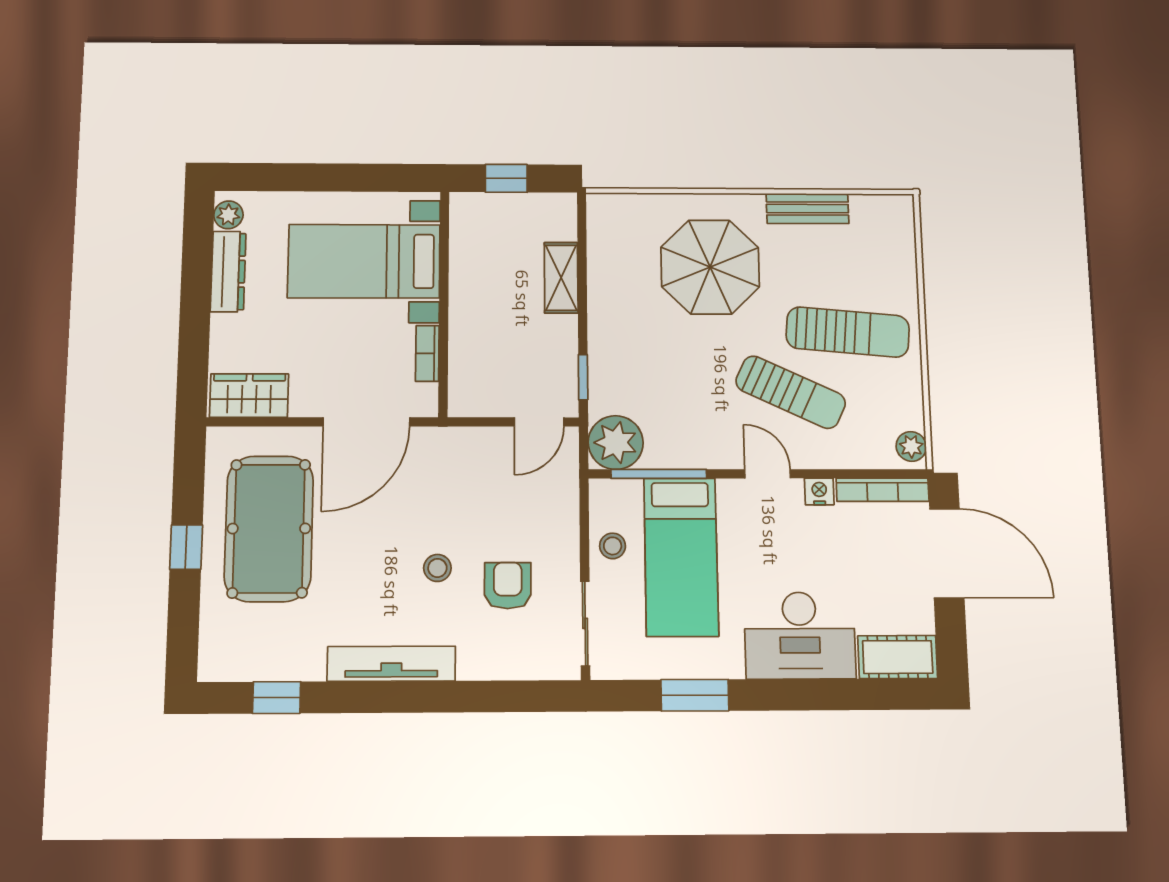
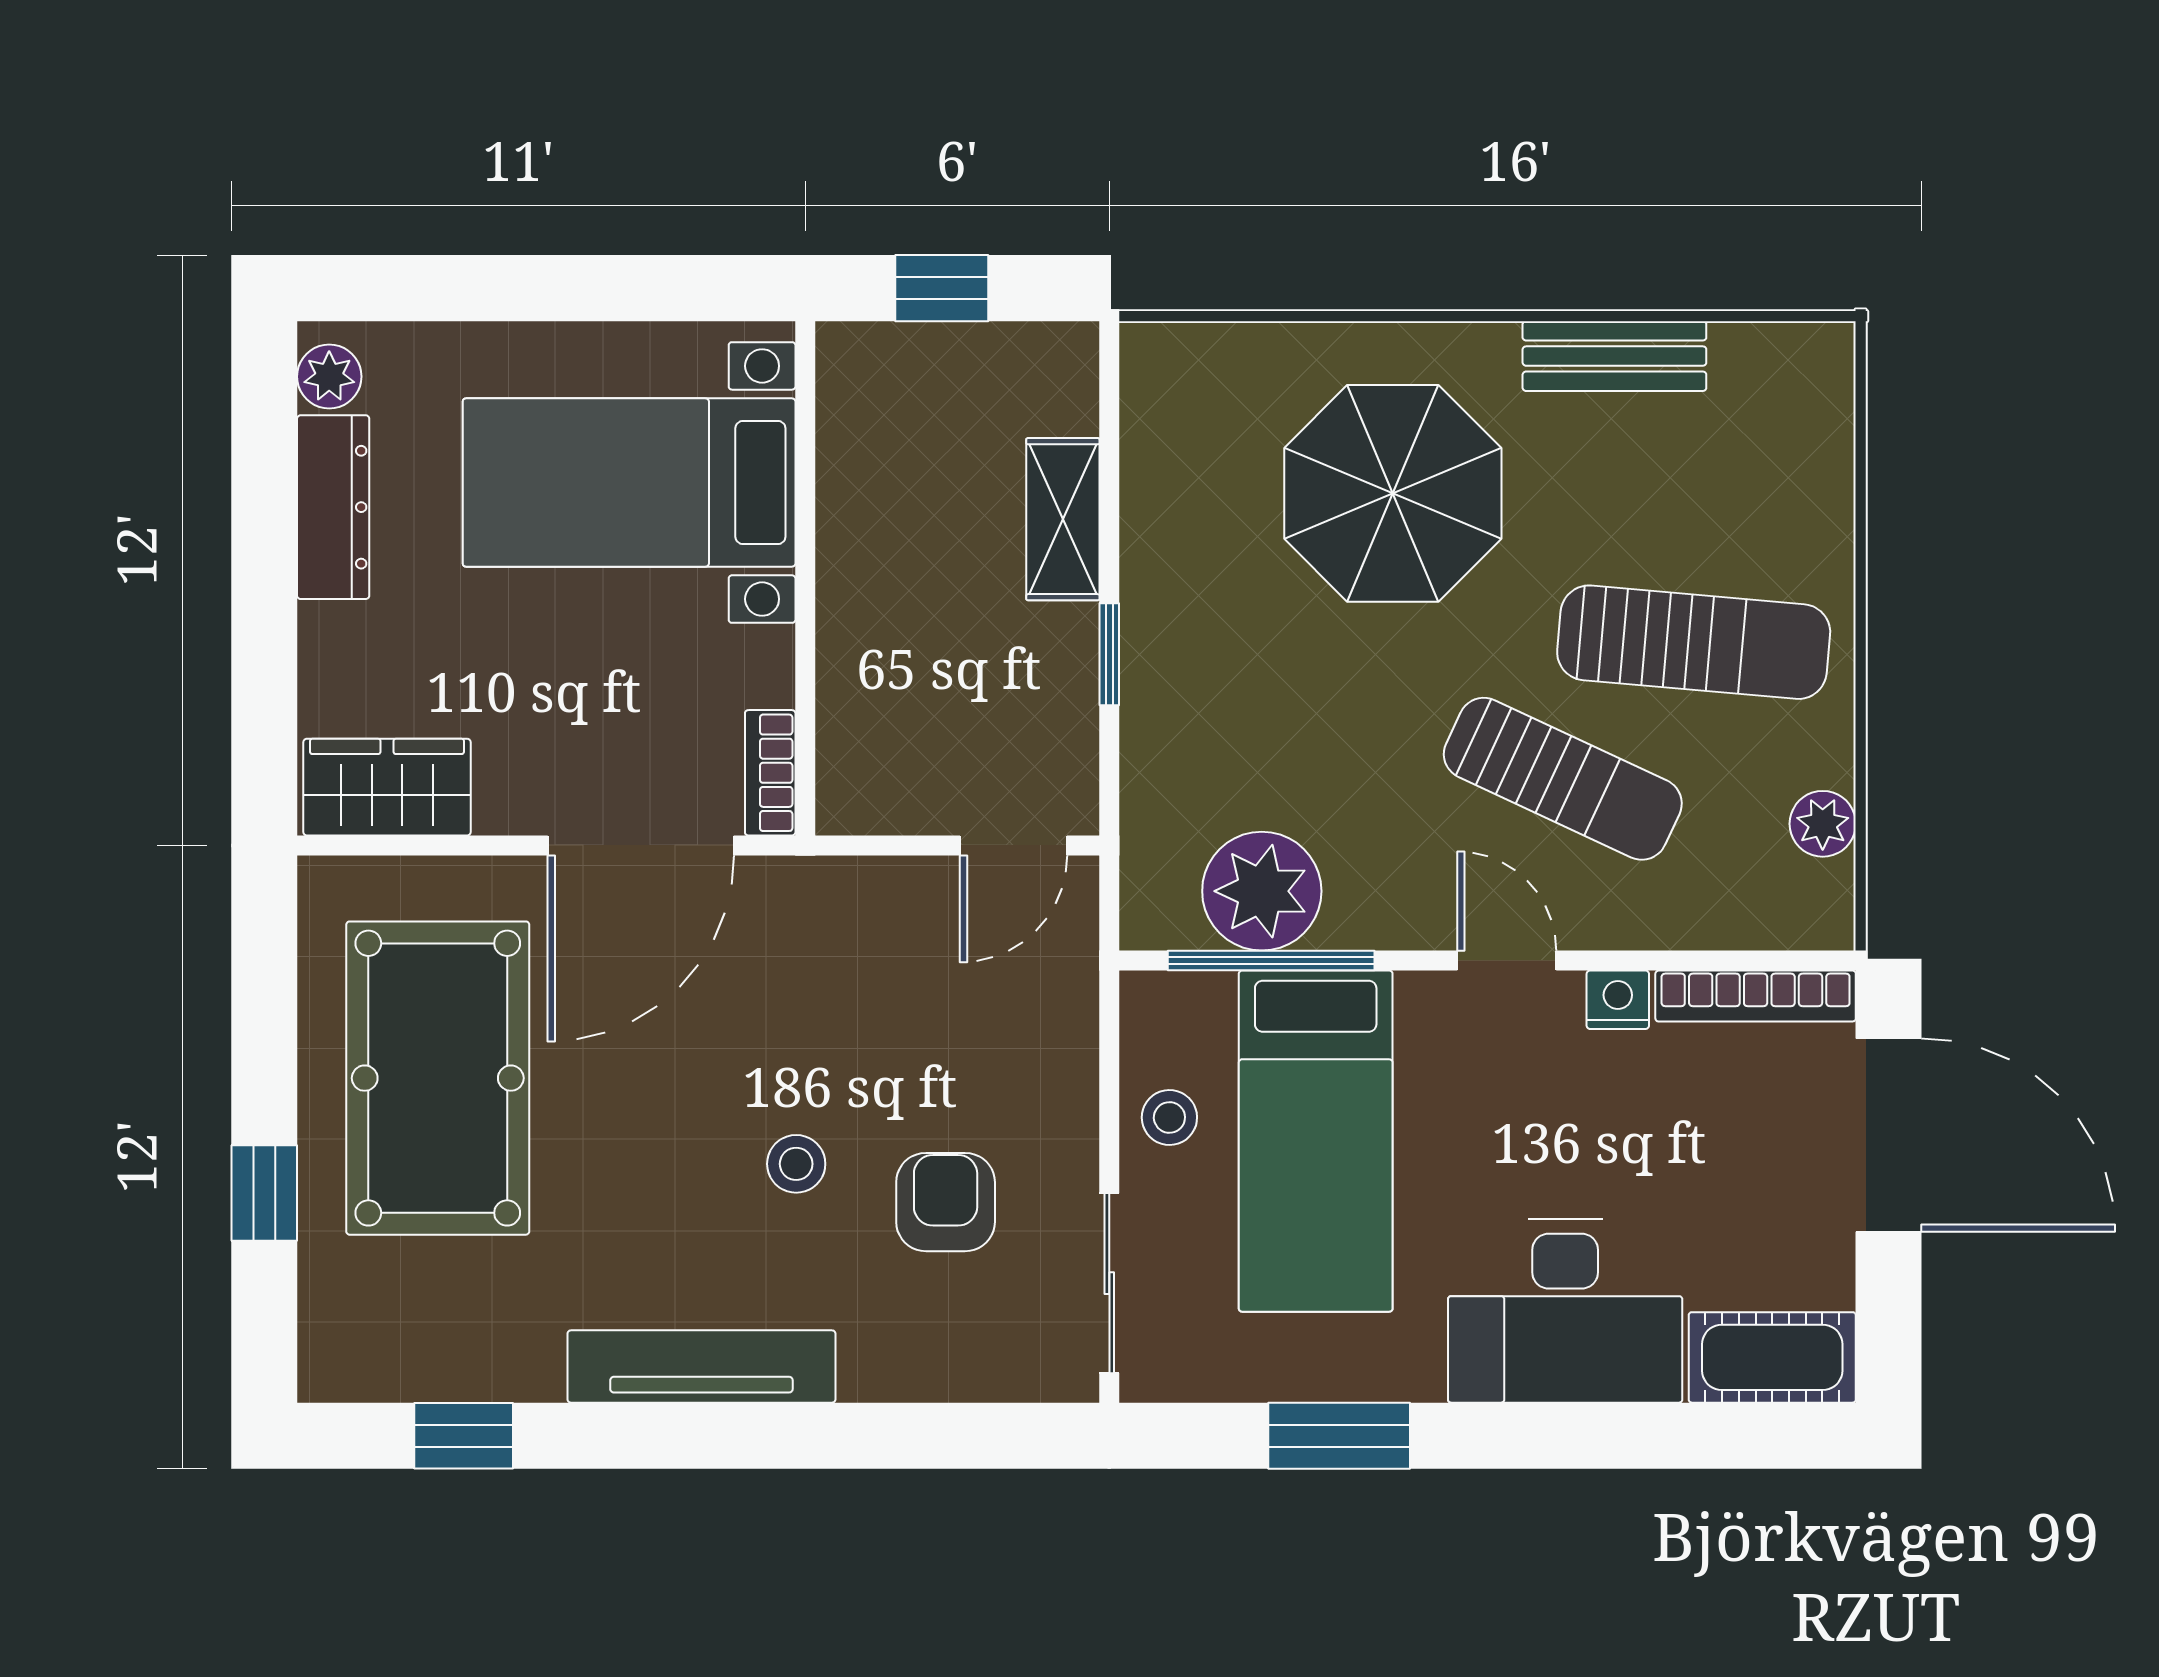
bookcase: (427, 353) -> (770, 773), moved
window: (583, 377) -> (1109, 654), moved
plant: (616, 442) -> (1262, 891), moved
plant: (911, 446) -> (1823, 824), moved
window: (186, 547) -> (264, 1193), moved

